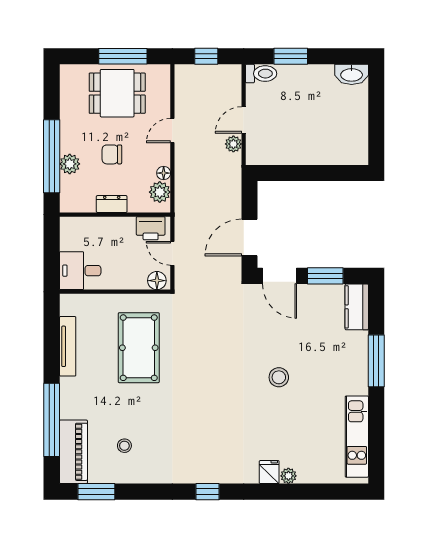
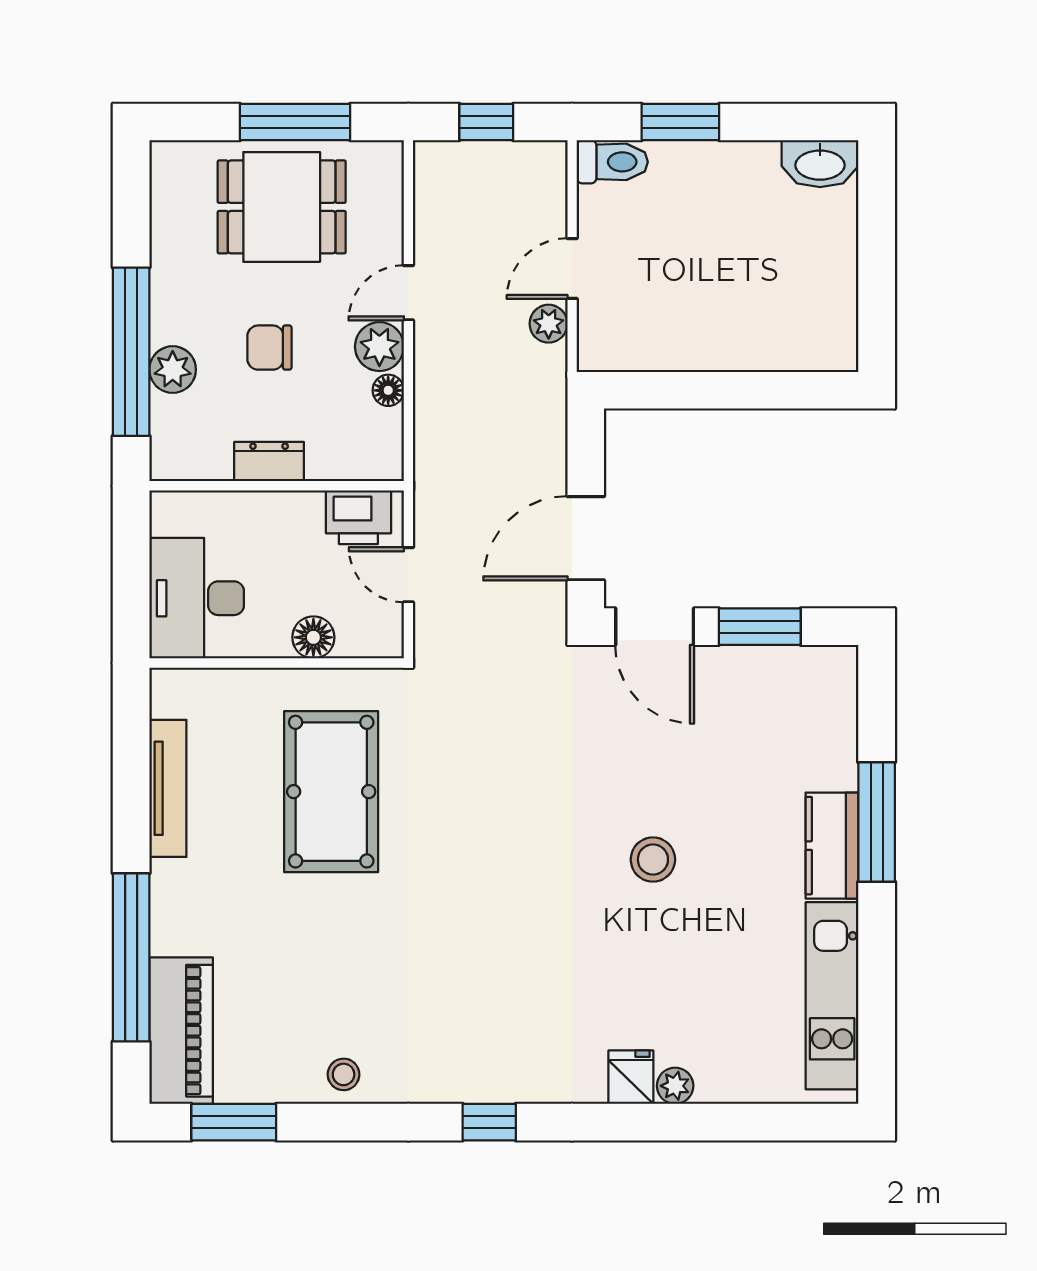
plant: (160, 192) -> (379, 347), moved
desk: (80, 271) -> (197, 598), width x1.37
floor lamp: (157, 281) -> (313, 637), moved
kitchen counter: (357, 307) -> (832, 846), moved
stool: (124, 446) -> (344, 1074), moved

